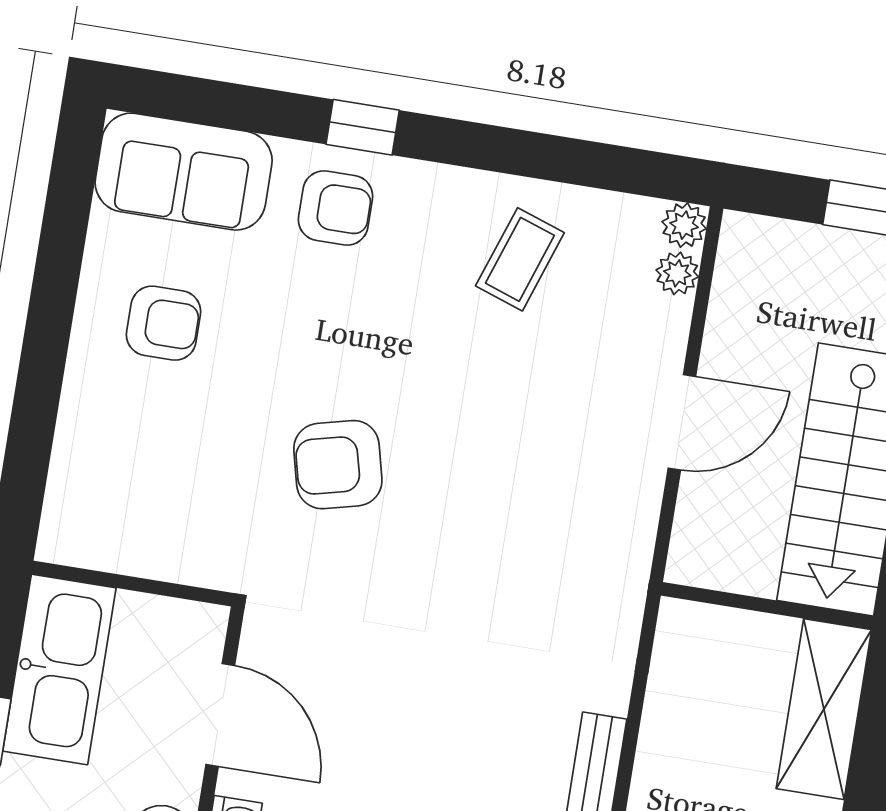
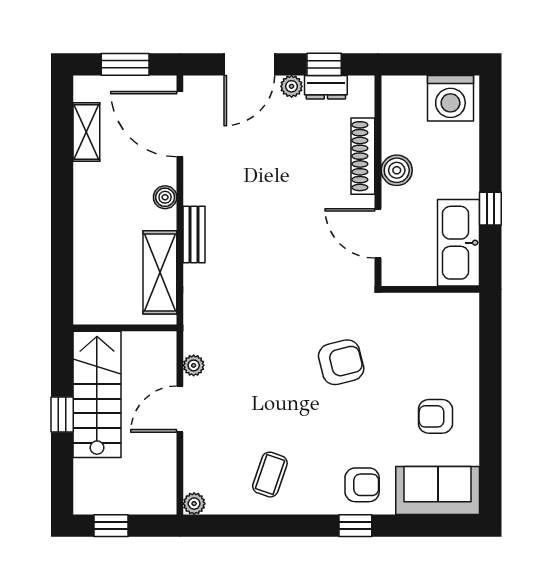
armchair: (336, 208) -> (362, 485), turned 180
plant: (677, 273) -> (194, 365), moved
shelving: (824, 709) -> (160, 272), moved

